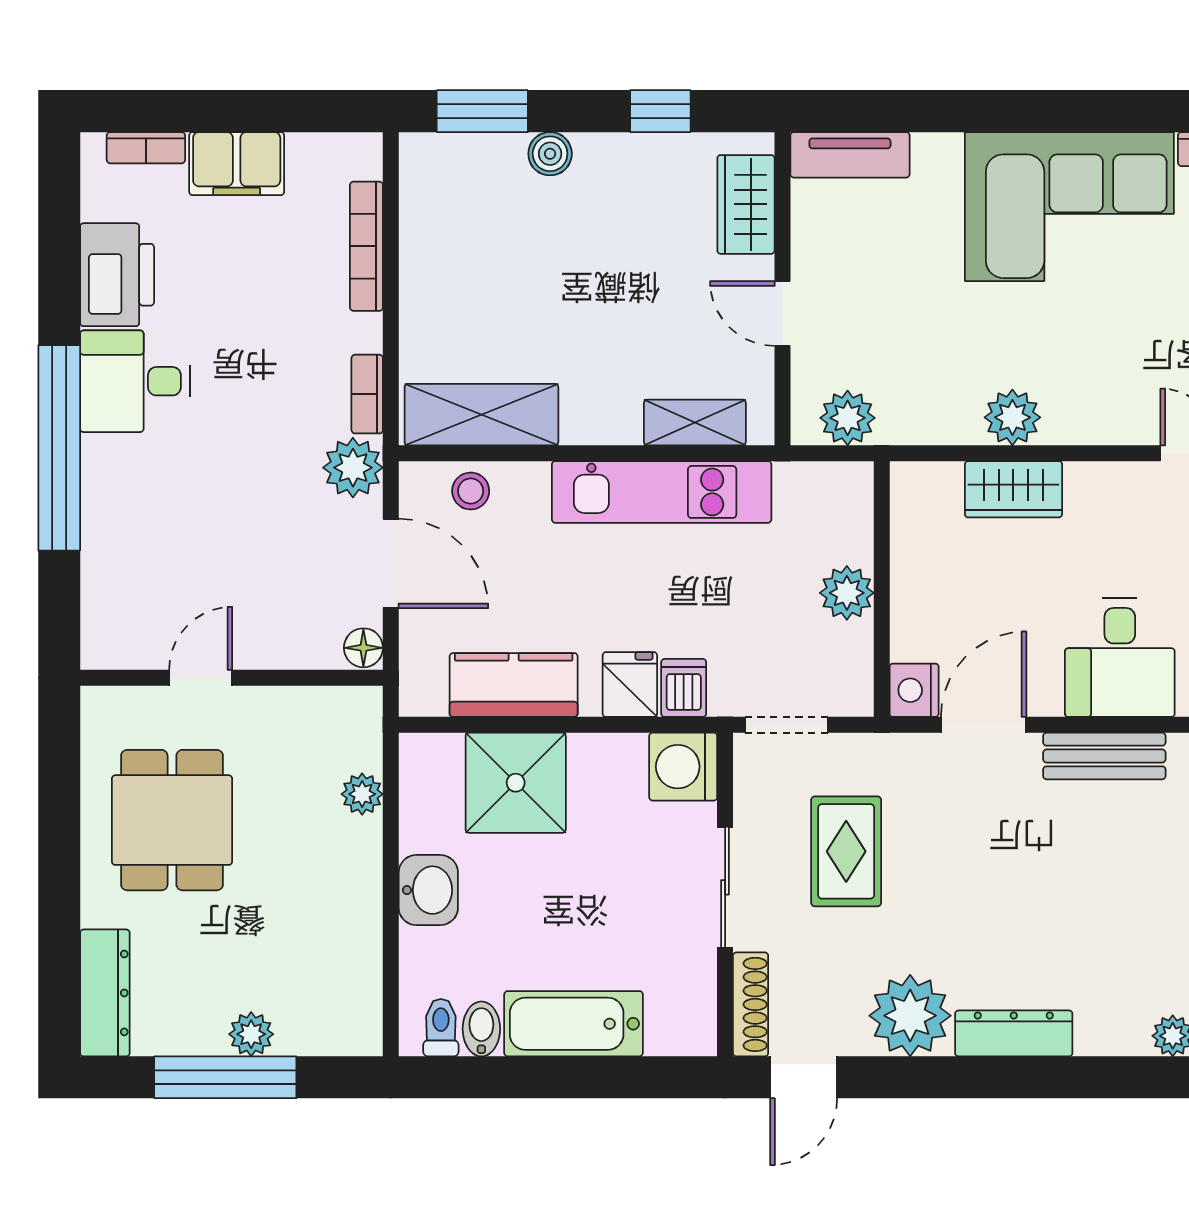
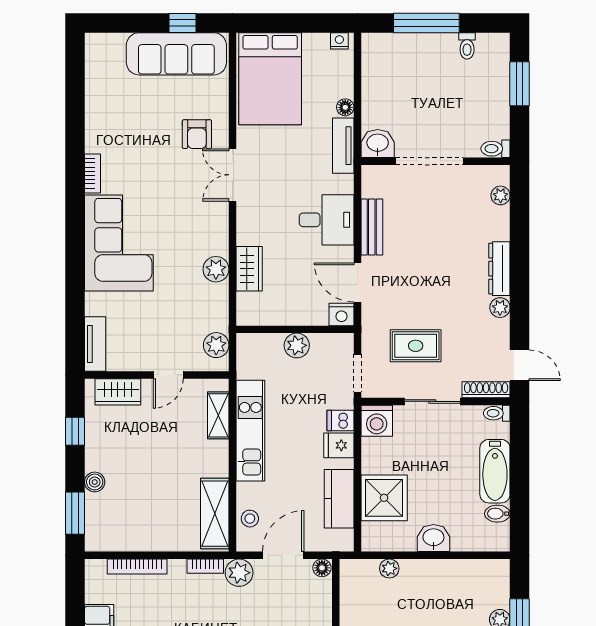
plant: (910, 1016) -> (500, 308), width x0.53, depth x0.53
toilet: (441, 1028) -> (497, 413), moved

